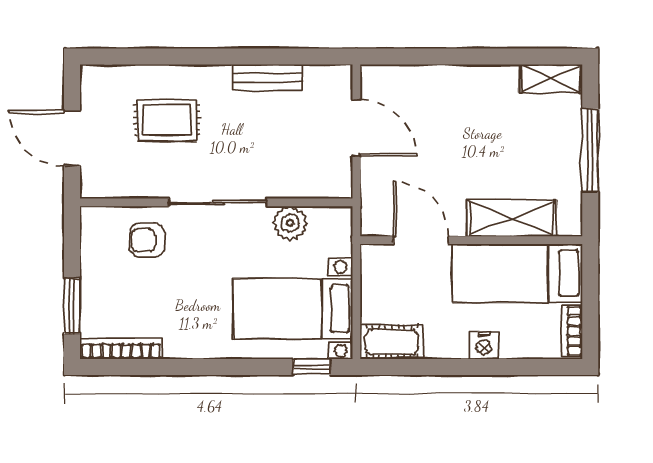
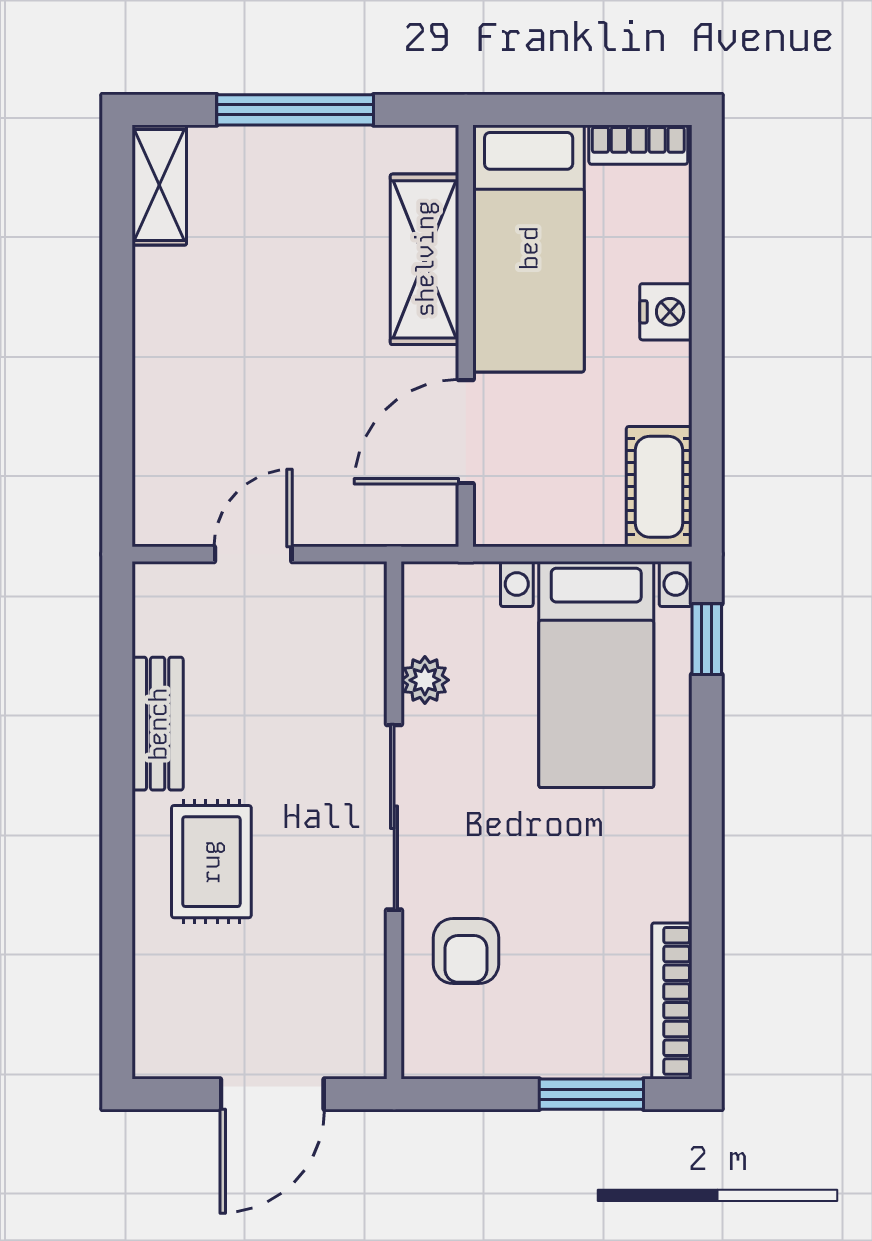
rug: (167, 120) -> (211, 862), moved
door: (356, 128) -> (253, 554), width x0.73
plant: (290, 223) -> (425, 680), width x0.73, depth x0.73

